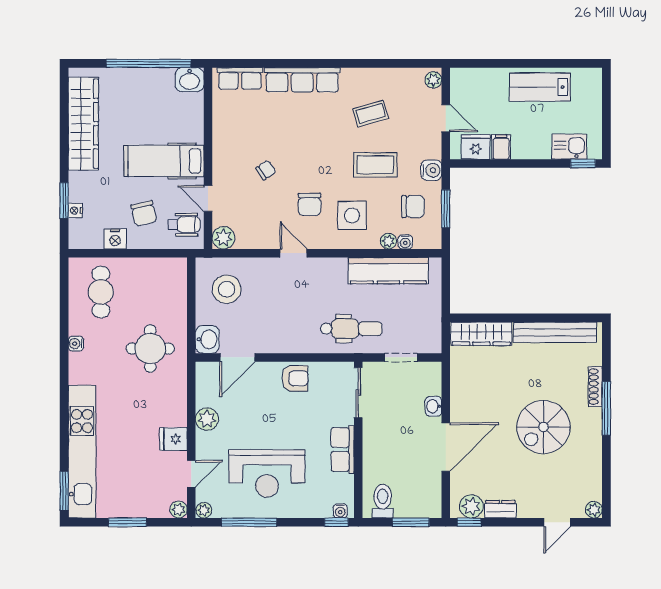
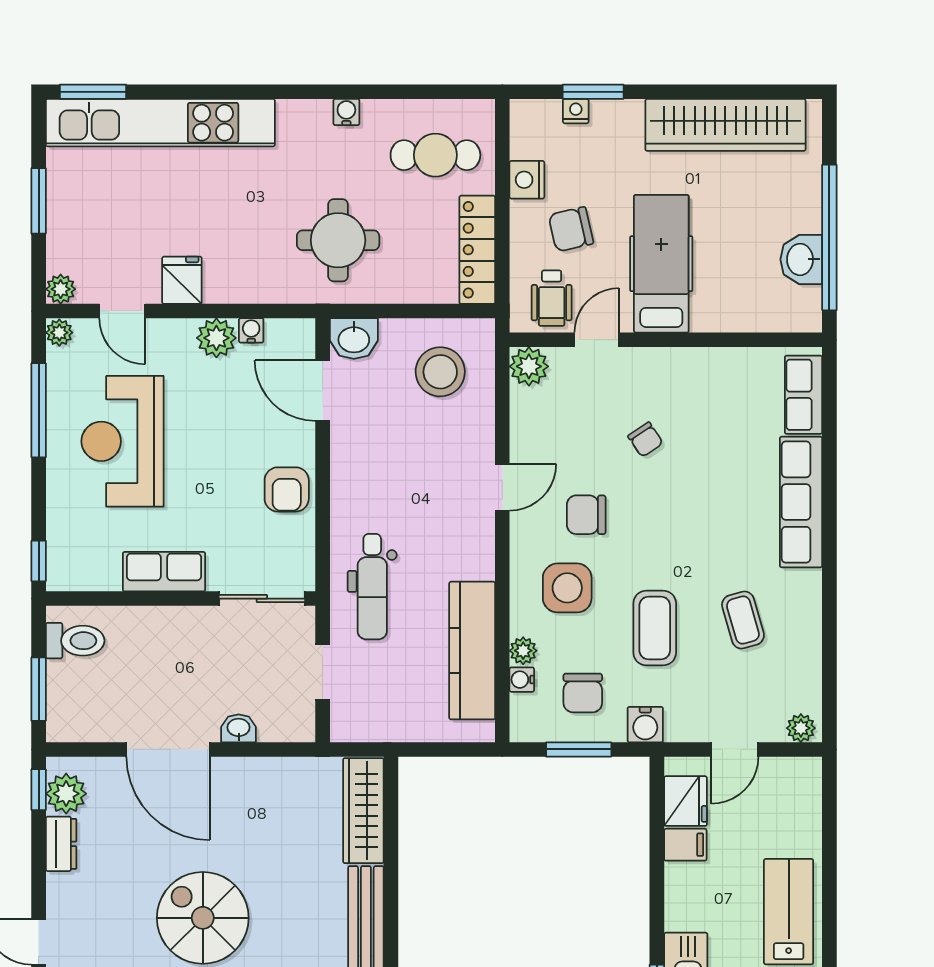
washbasin: (190, 80) -> (801, 259), moved
locker: (156, 268) -> (477, 250), added
water cooler: (340, 511) -> (251, 330), moved, turned 90

